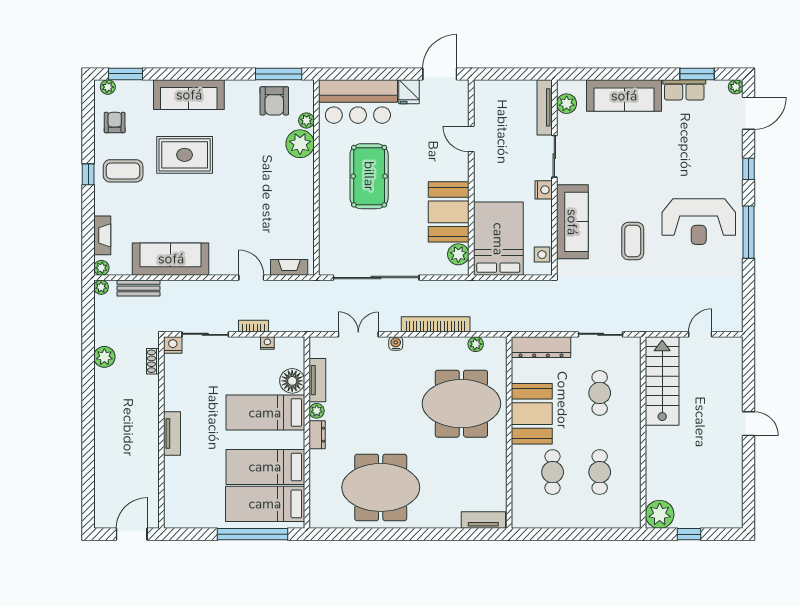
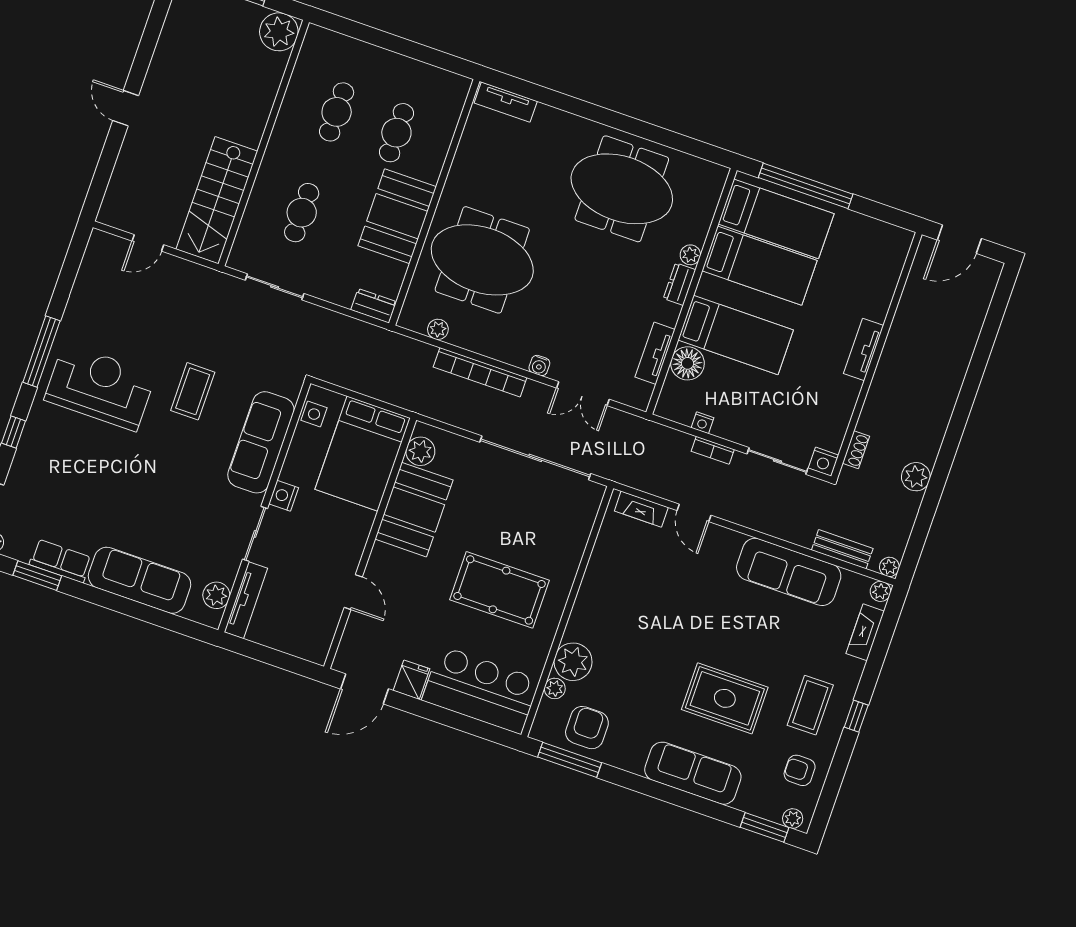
armchair: (115, 123) -> (800, 770), turned 90
coffee table: (123, 171) -> (810, 705), turned 90
pool table: (369, 176) -> (500, 590), turned 90
dresser: (541, 347) -> (374, 306), width x0.51, depth x0.80
plant: (317, 411) -> (690, 255), moved

